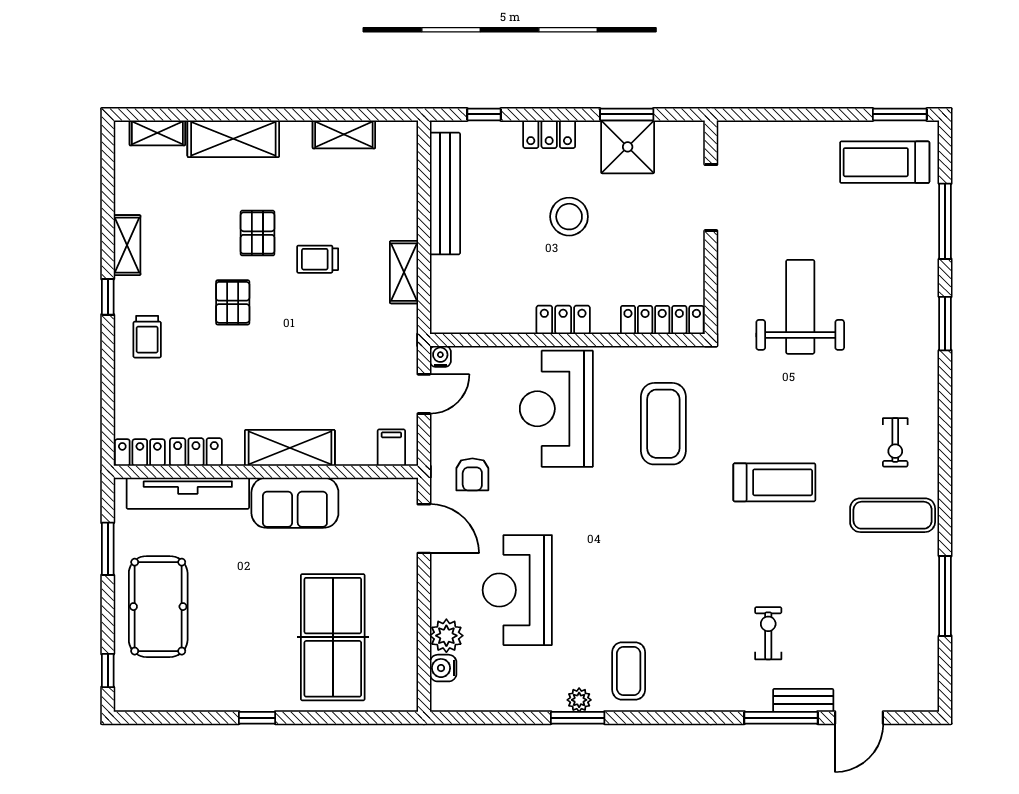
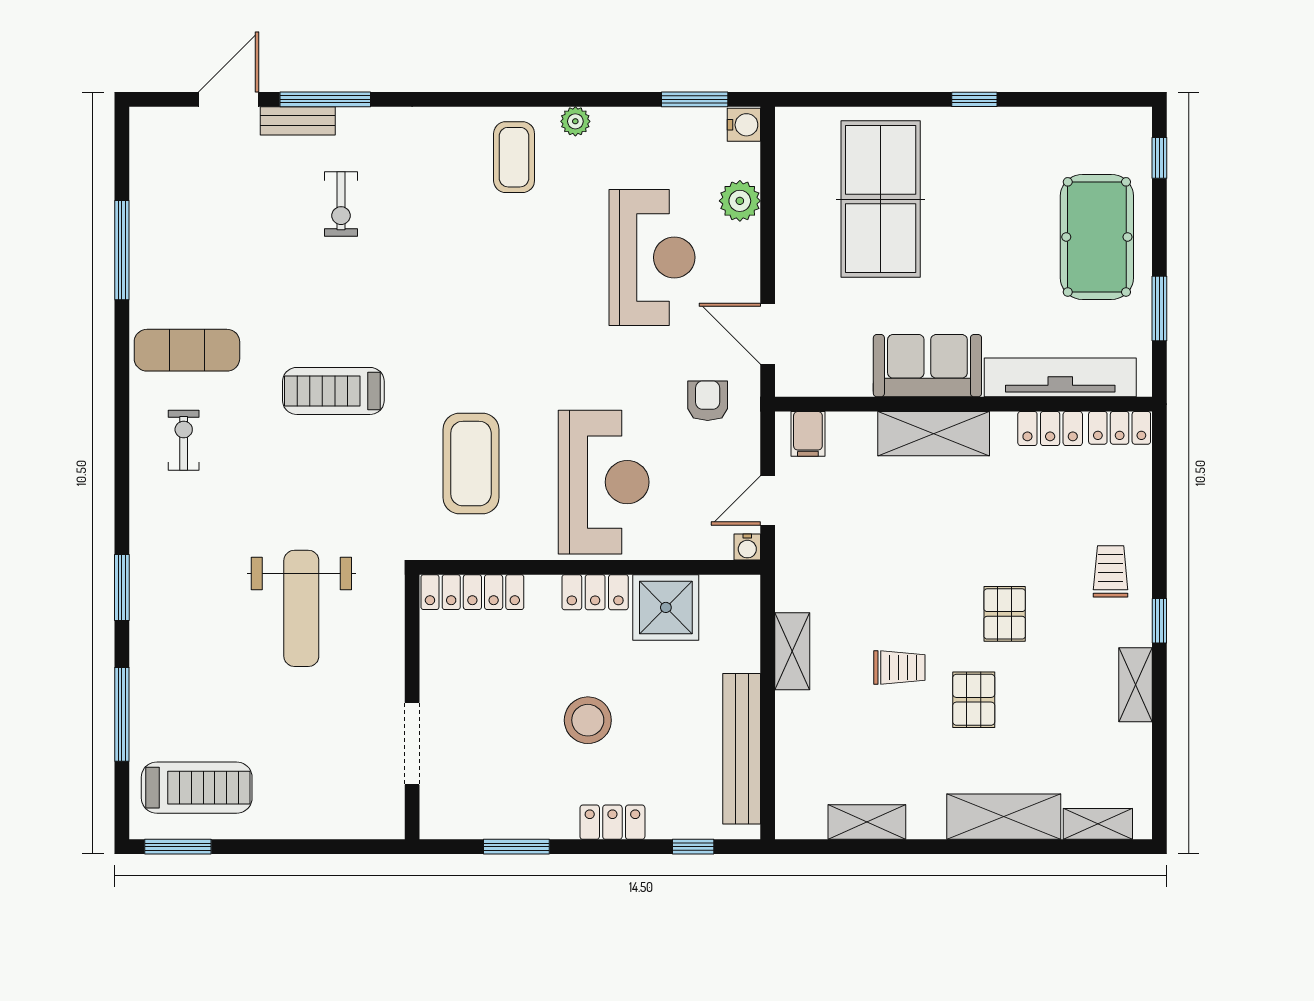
shower: (628, 147) -> (666, 607), moved
water cooler: (443, 668) -> (744, 125), moved
window: (578, 718) -> (695, 99), moved

